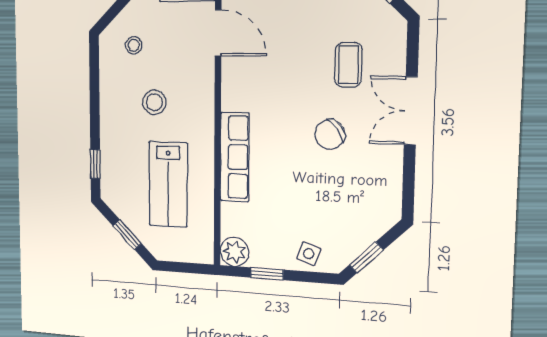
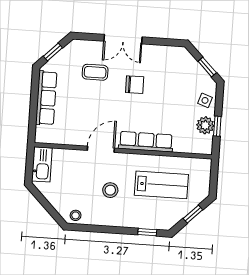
door: (218, 33) -> (101, 149), moved
stool: (134, 45) -> (76, 215), moved
chair: (330, 135) -> (135, 85), turned -54
plant: (234, 252) -> (205, 125), moved

